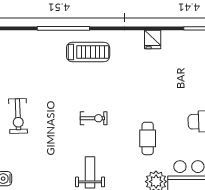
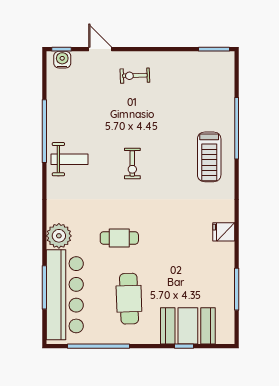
exercise bike: (18, 116) -> (135, 76), width x0.73, depth x0.72
cafe table: (148, 138) -> (119, 238), moved

